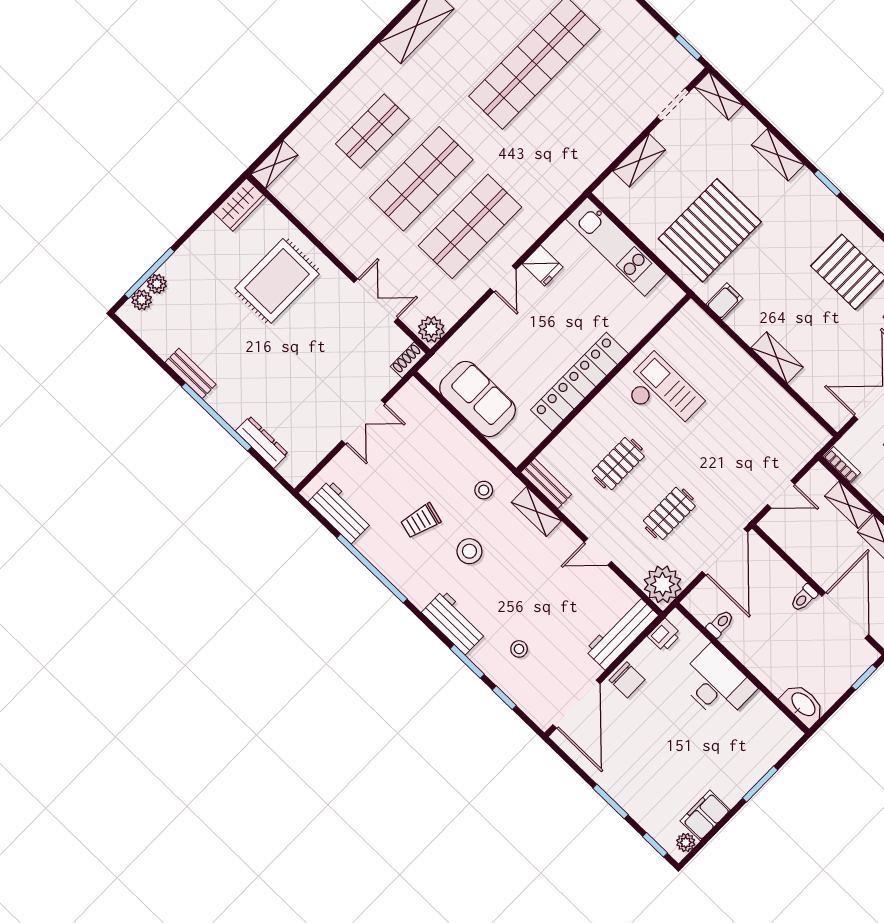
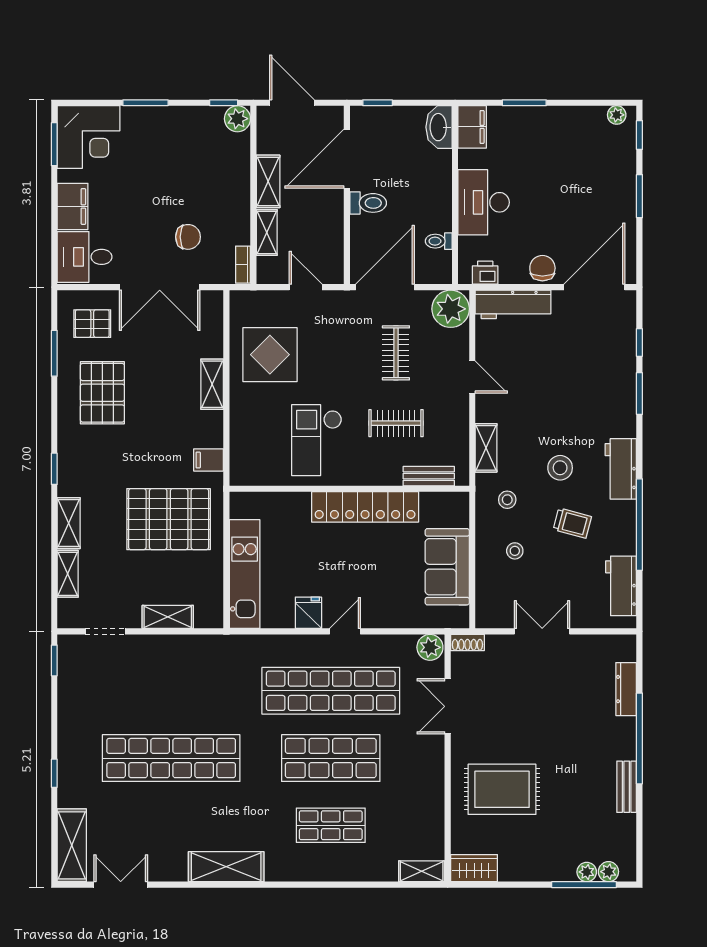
shelving: (719, 96) -> (68, 574), moved
shop shelf: (470, 226) -> (331, 691), width x1.40
display table: (757, 421) -> (270, 355), added
bench: (546, 483) -> (429, 476), moved, turned 90
clothes rail: (669, 513) -> (396, 353), turned 90
toilet: (804, 598) -> (368, 203), width x1.37, depth x1.39
workbench: (454, 622) -> (621, 469), moved
stool: (519, 649) -> (515, 551), moved
filing cabinet: (705, 815) -> (472, 127), moved, turned -90

